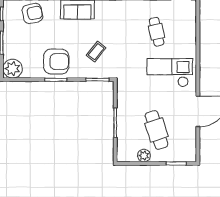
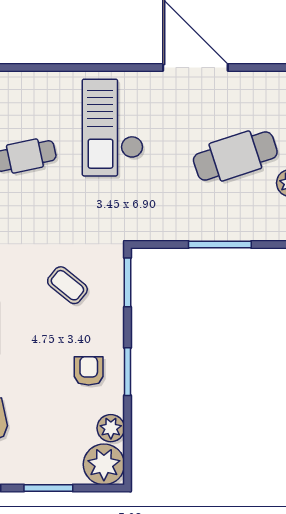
armchair: (56, 62) -> (89, 371), width x0.53, depth x0.53
plant: (30, 72) -> (111, 428), added

